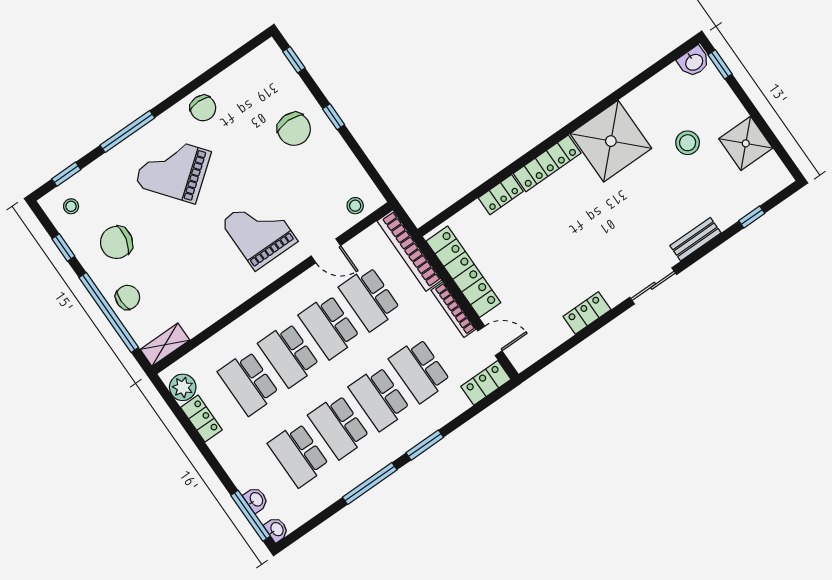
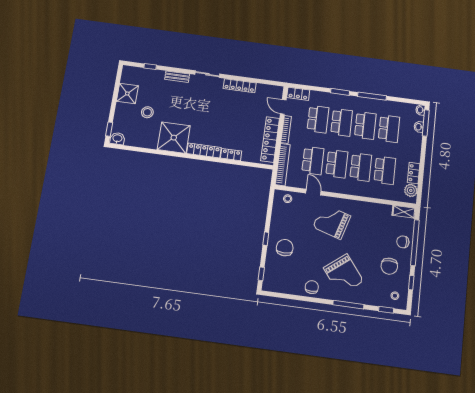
grand piano: (259, 232) -> (332, 221), turned 107
chair: (117, 242) -> (389, 266), turned 77
locker: (587, 313) -> (240, 86), width x1.53

